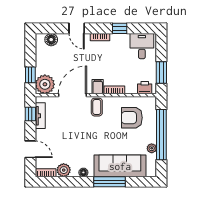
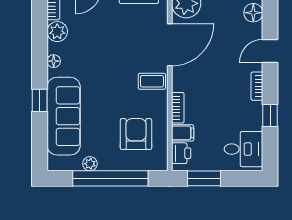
filing cabinet: (98, 87) -> (183, 133), moved
door: (72, 95) -> (170, 45), hinge flipped
window: (109, 182) -> (40, 100), width x0.46

